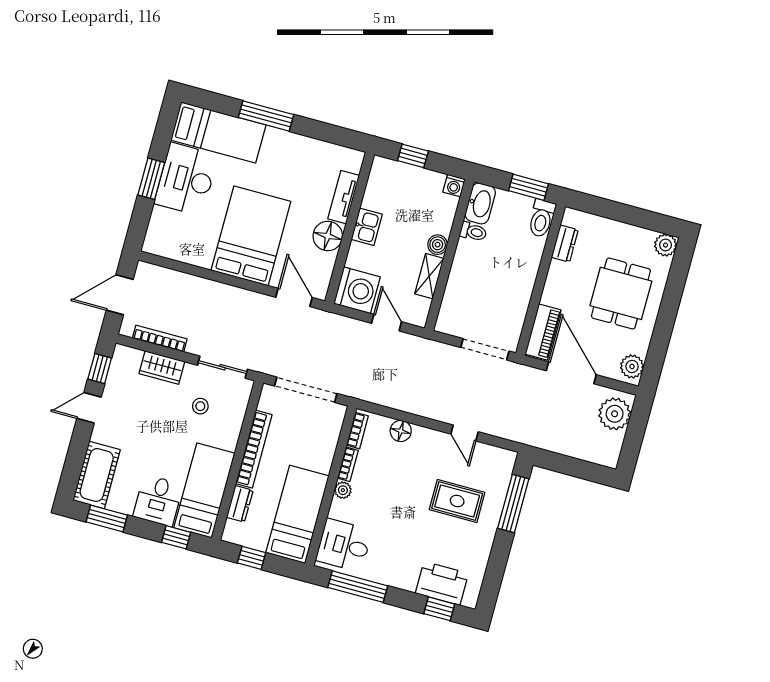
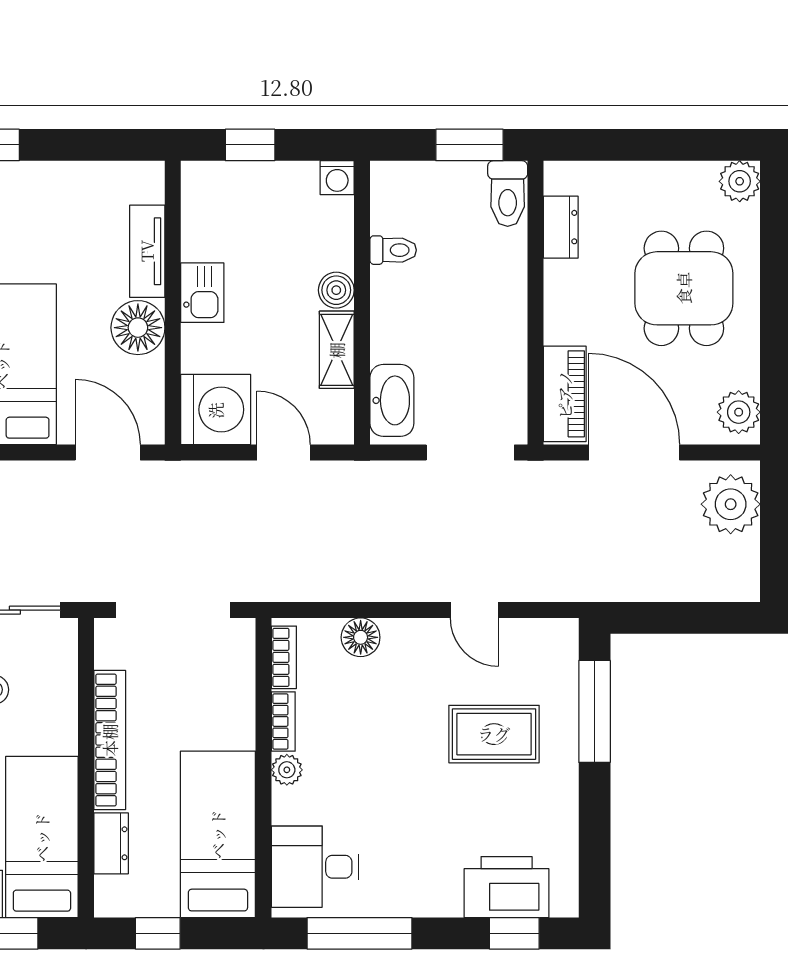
washbasin: (480, 203) -> (392, 400), moved

